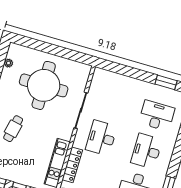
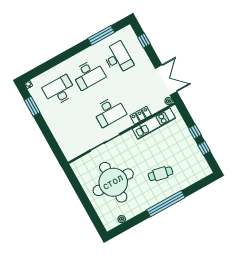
desk: (157, 116) -> (59, 91), turned 90
locker: (72, 165) -> (141, 115), width x0.66

